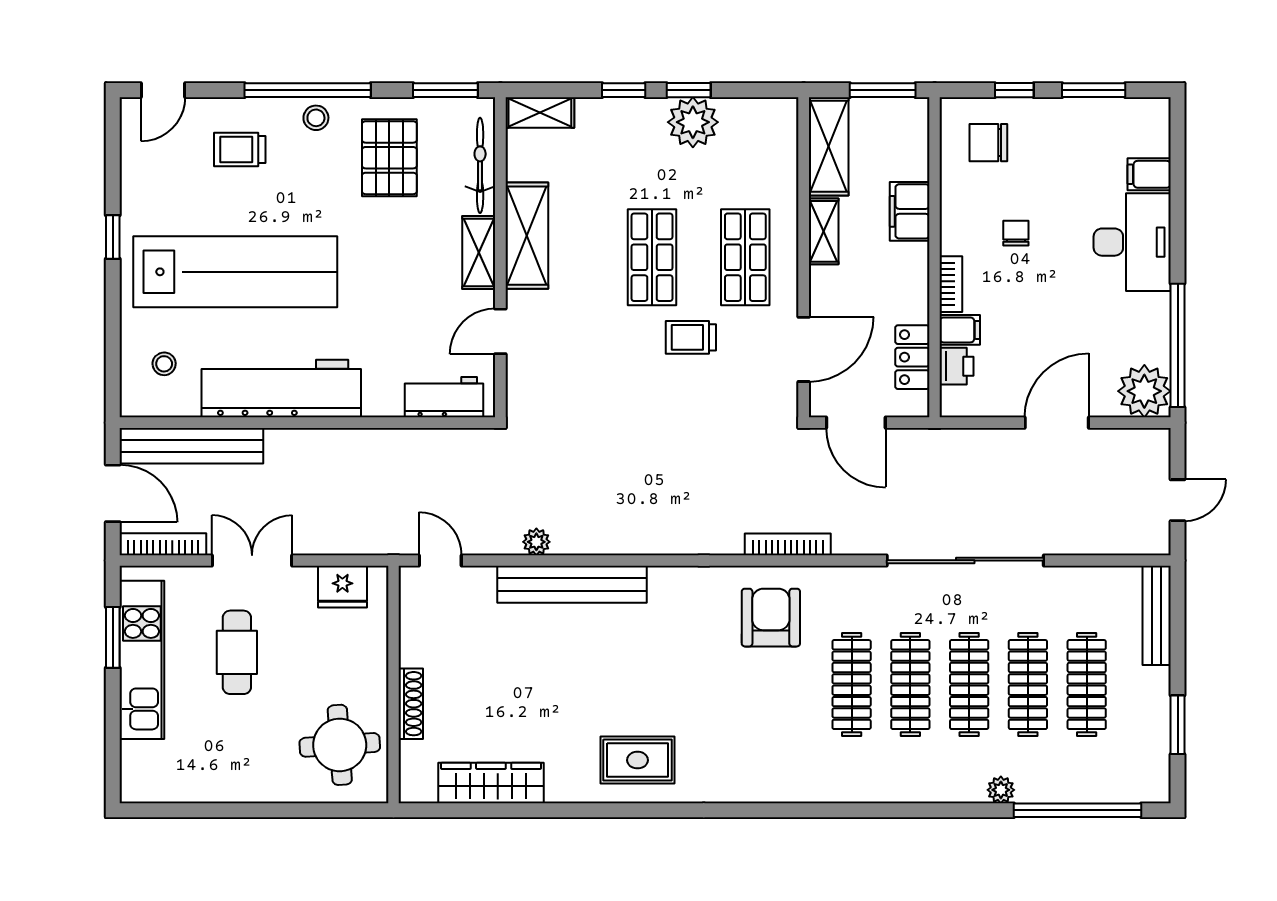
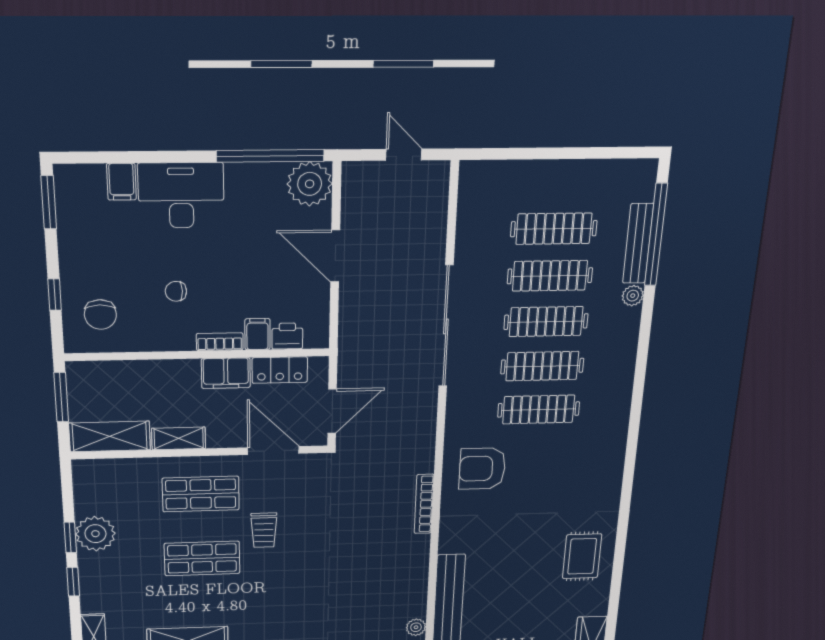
window: (1094, 90) -> (49, 202), moved
filing cabinet: (910, 211) -> (226, 373), moved
bookcase: (788, 544) -> (424, 504), moved
bench: (1157, 615) -> (638, 244), moved, turned 90
window: (1178, 725) -> (594, 153), removed

